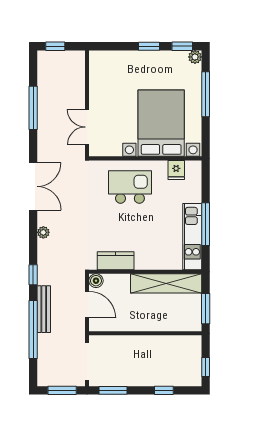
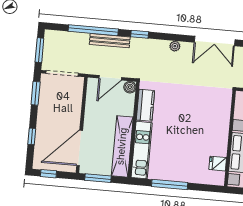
kitchen island: (130, 187) -> (207, 123), removed
kitchen unit: (192, 237) -> (142, 150), moved, turned 90
door: (172, 333) -> (80, 148), added

